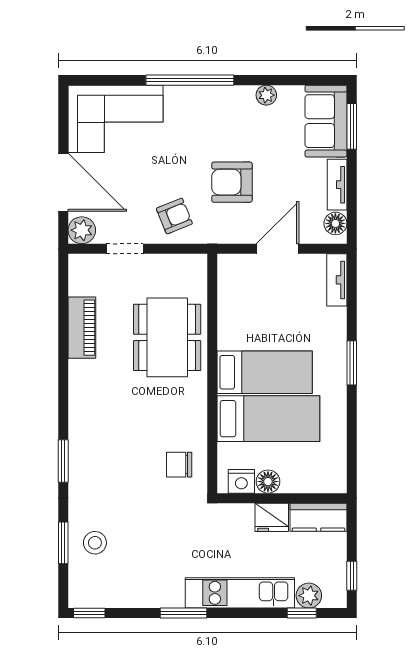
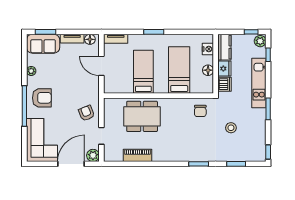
armchair: (232, 182) -> (42, 98), moved, turned -90
bed: (265, 372) -> (143, 72), moved
nightstand: (241, 481) -> (208, 49), moved
dishwasher: (238, 518) -> (225, 84), added
stool: (95, 543) -> (231, 128), moved
plant: (309, 596) -> (260, 41), moved

